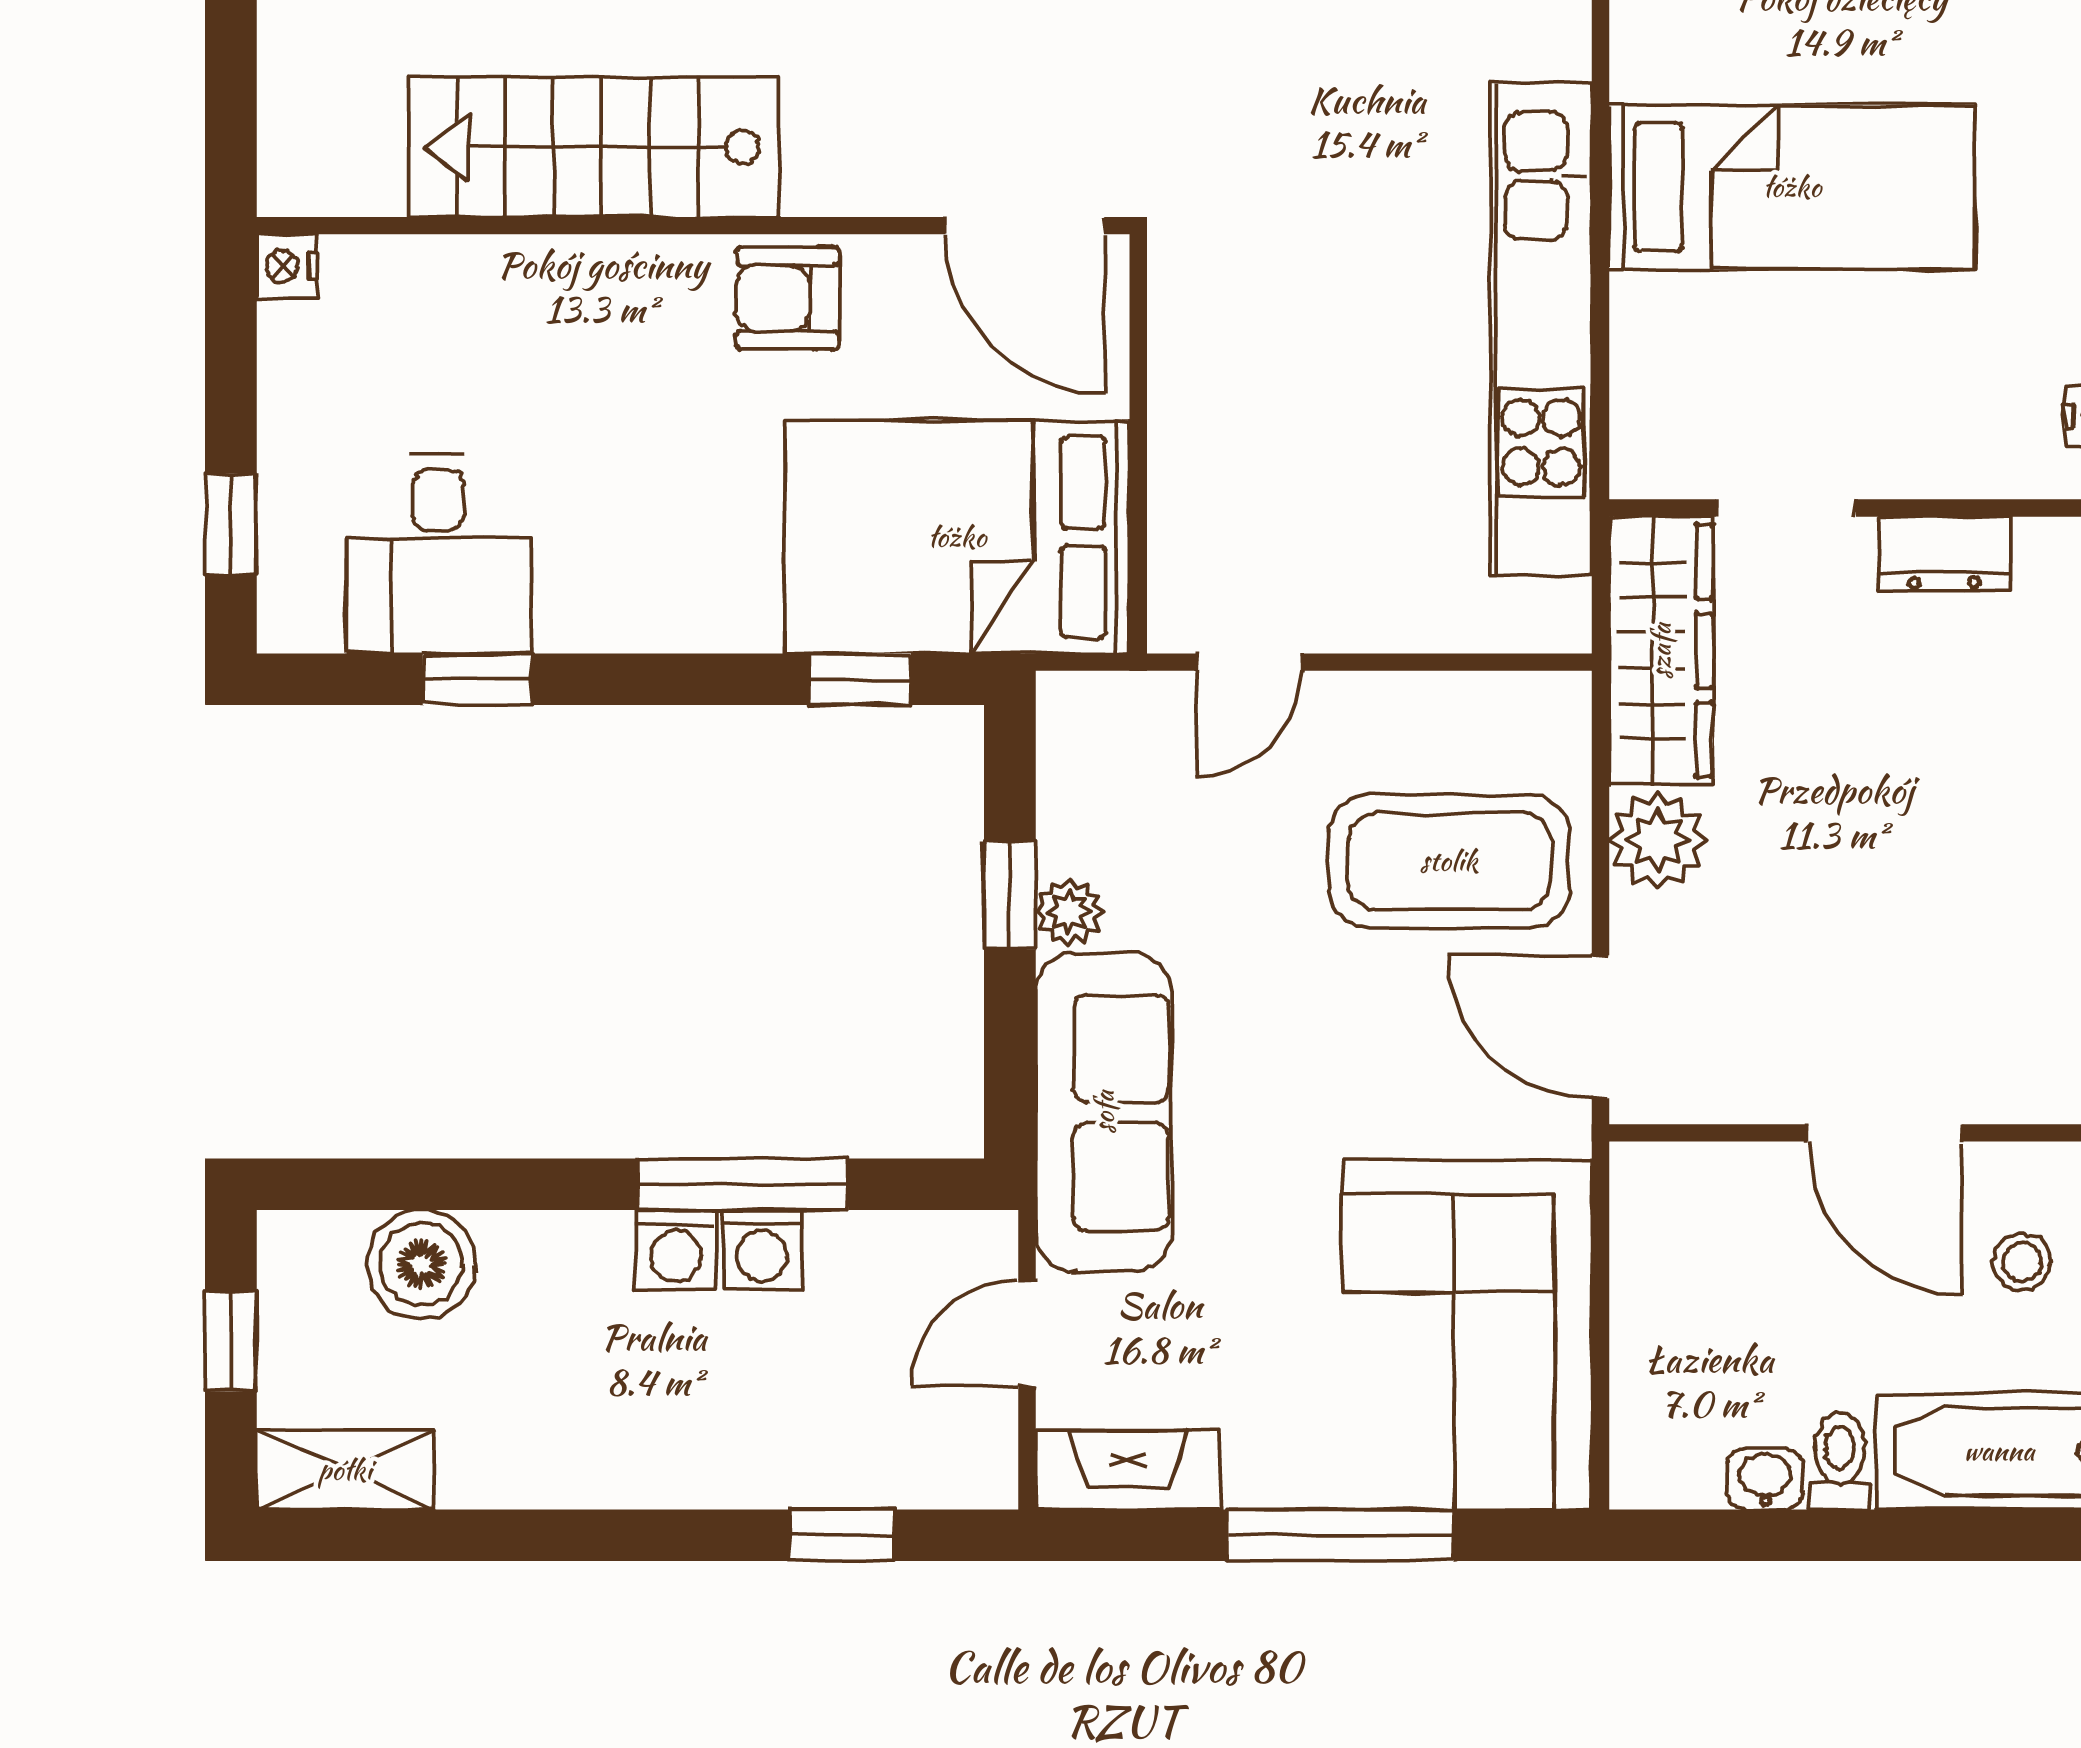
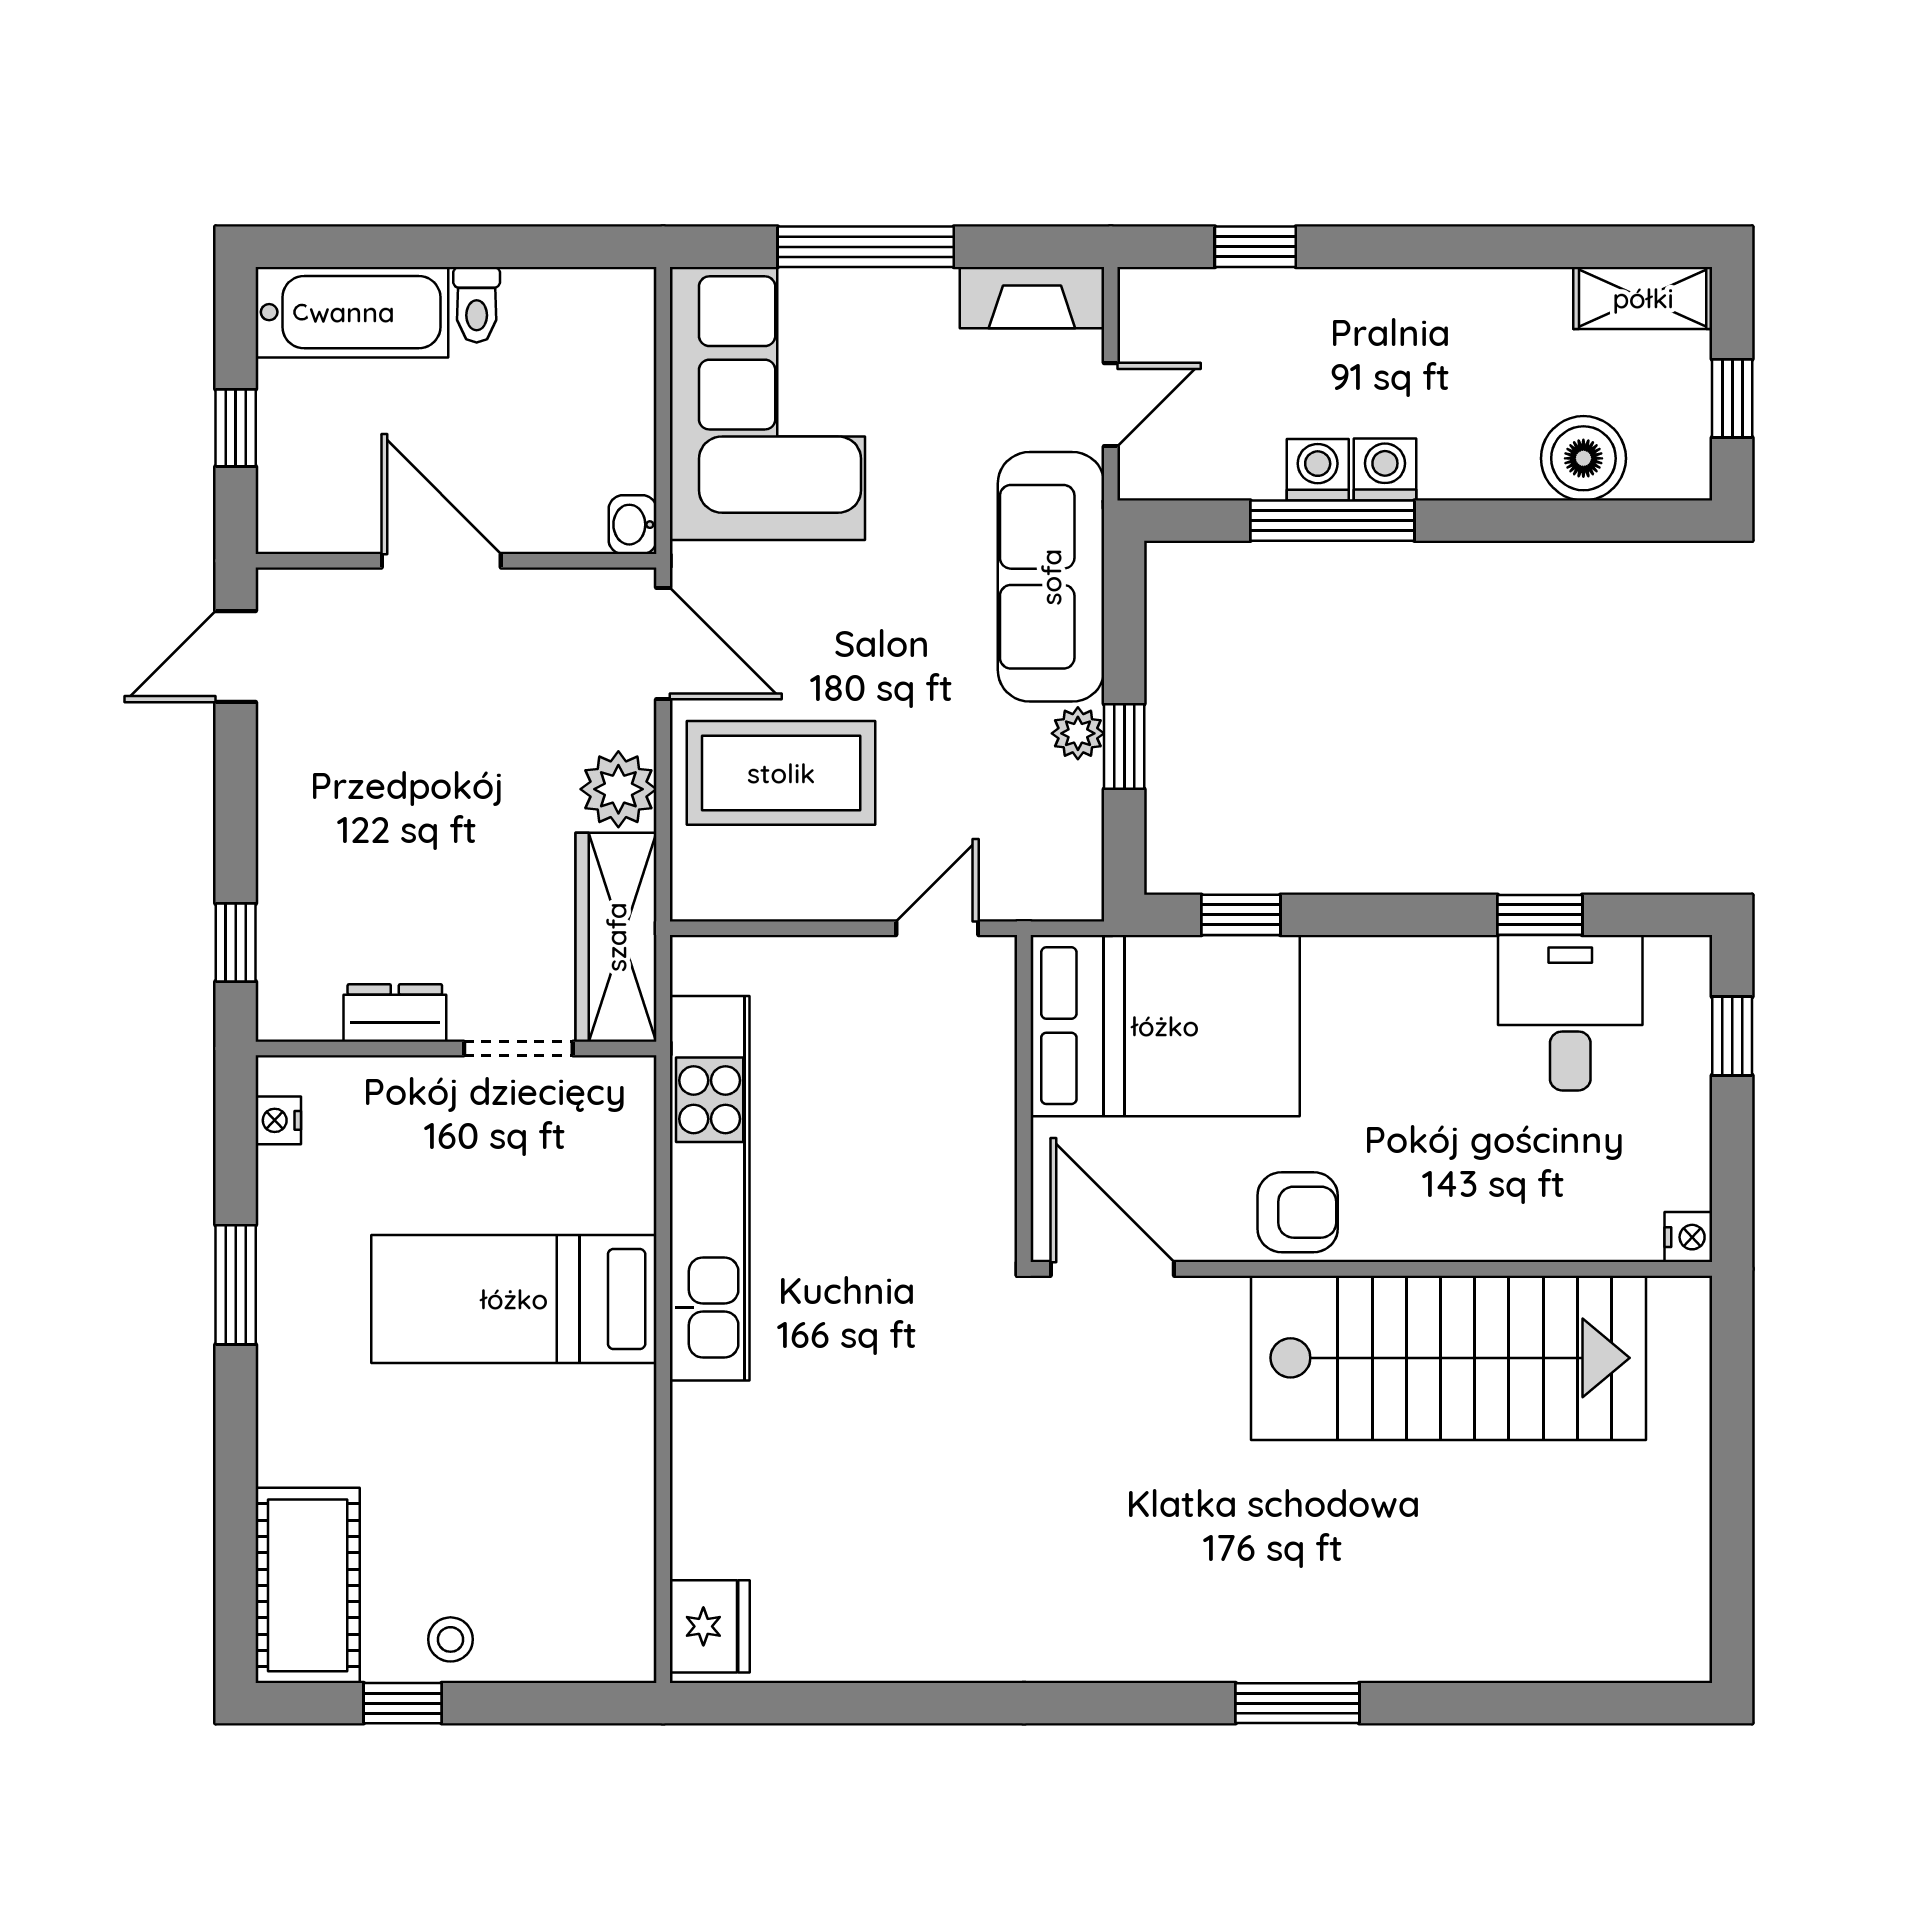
stairs: (594, 147) -> (1448, 1358), width x1.36, depth x1.51
stool: (2022, 1262) -> (334, 460), removed
washbasin: (1765, 1479) -> (633, 525), moved, turned 90

